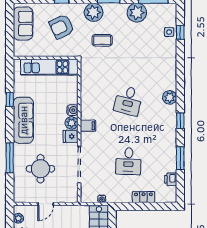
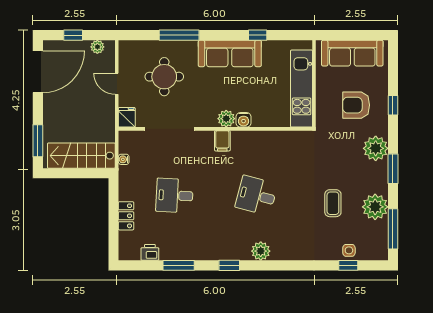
sofa: (23, 23) -> (352, 53), width x1.36
armchair: (62, 27) -> (356, 105), turned -65
coffee table: (102, 40) -> (333, 203), moved
fridge: (71, 136) -> (127, 117), moved

